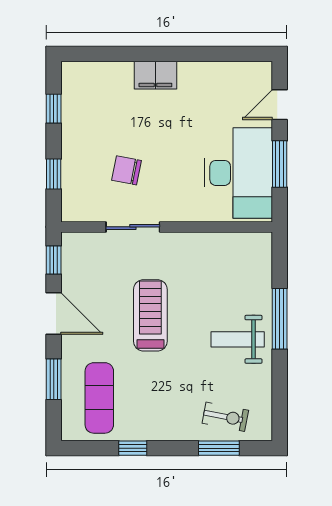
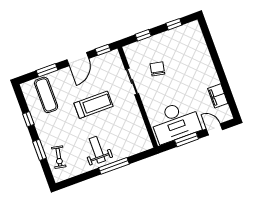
filing cabinet: (155, 75) -> (218, 96), moved
exercise mat: (99, 398) -> (46, 95), turned 90
window: (219, 448) -> (40, 150), moved

